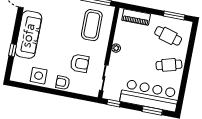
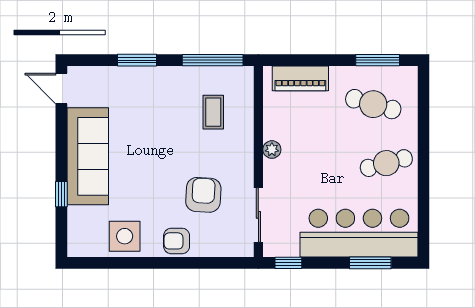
coffee table: (92, 25) -> (213, 112), width x0.54, depth x0.58
armchair: (80, 63) -> (203, 195), turned -87

